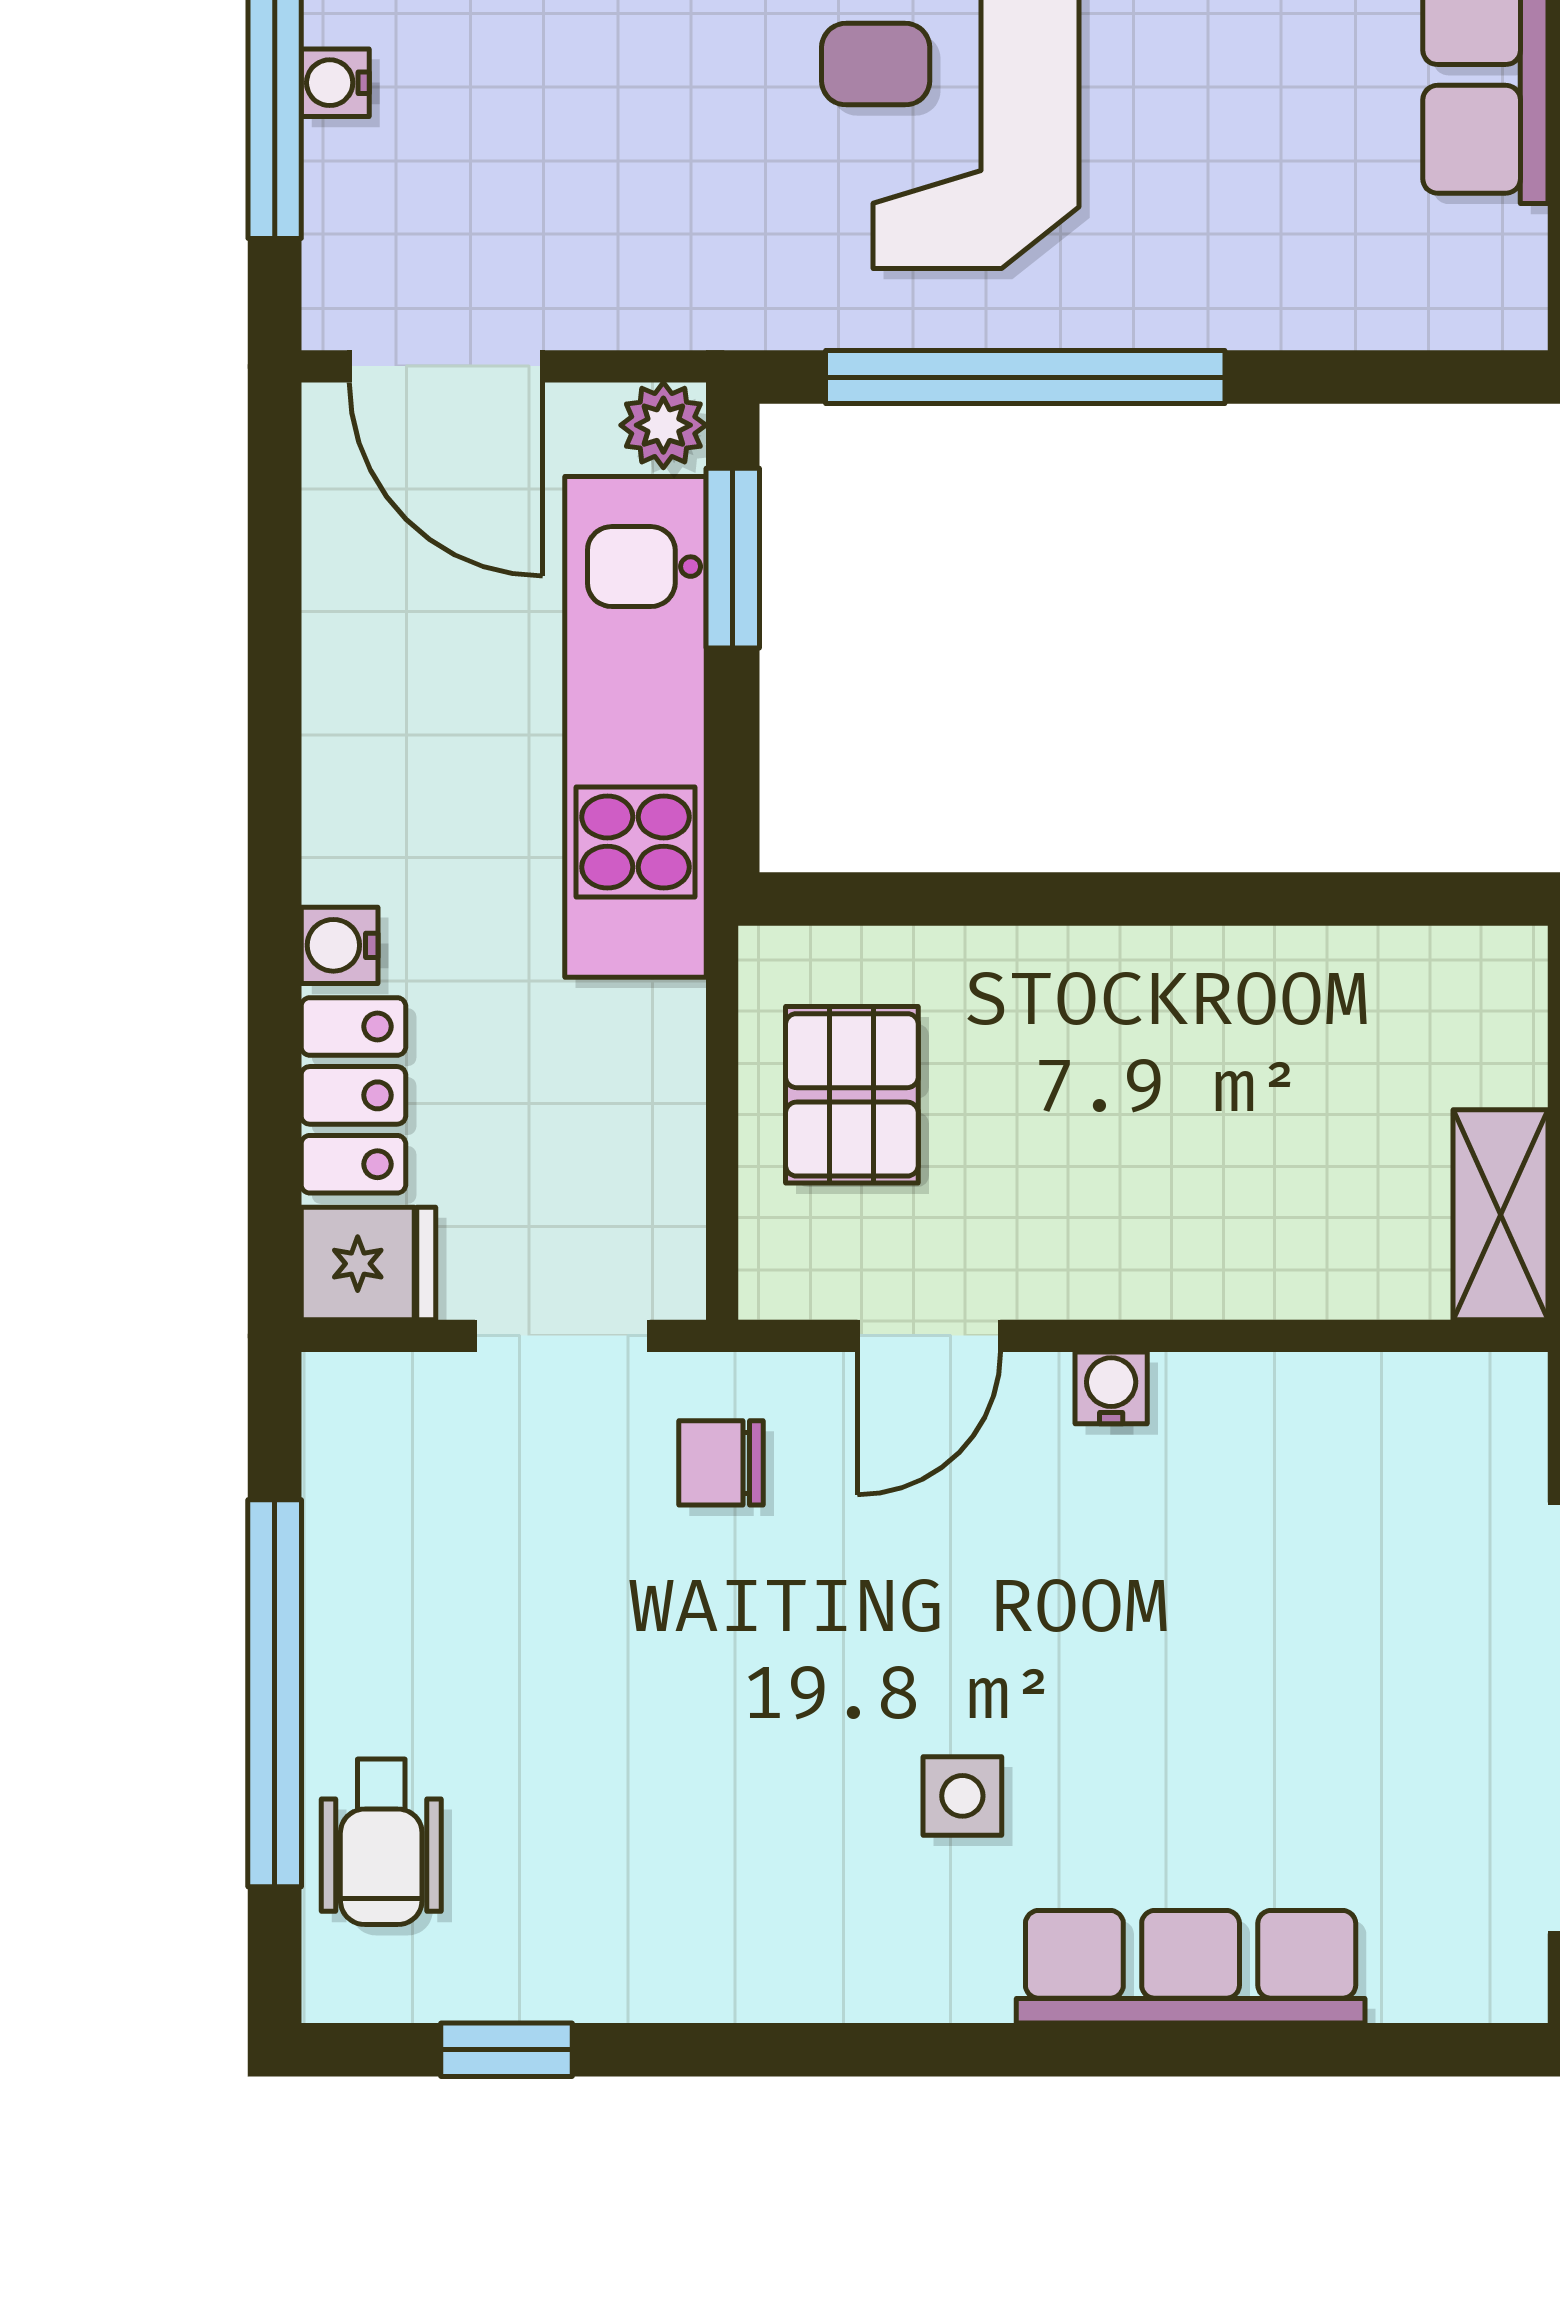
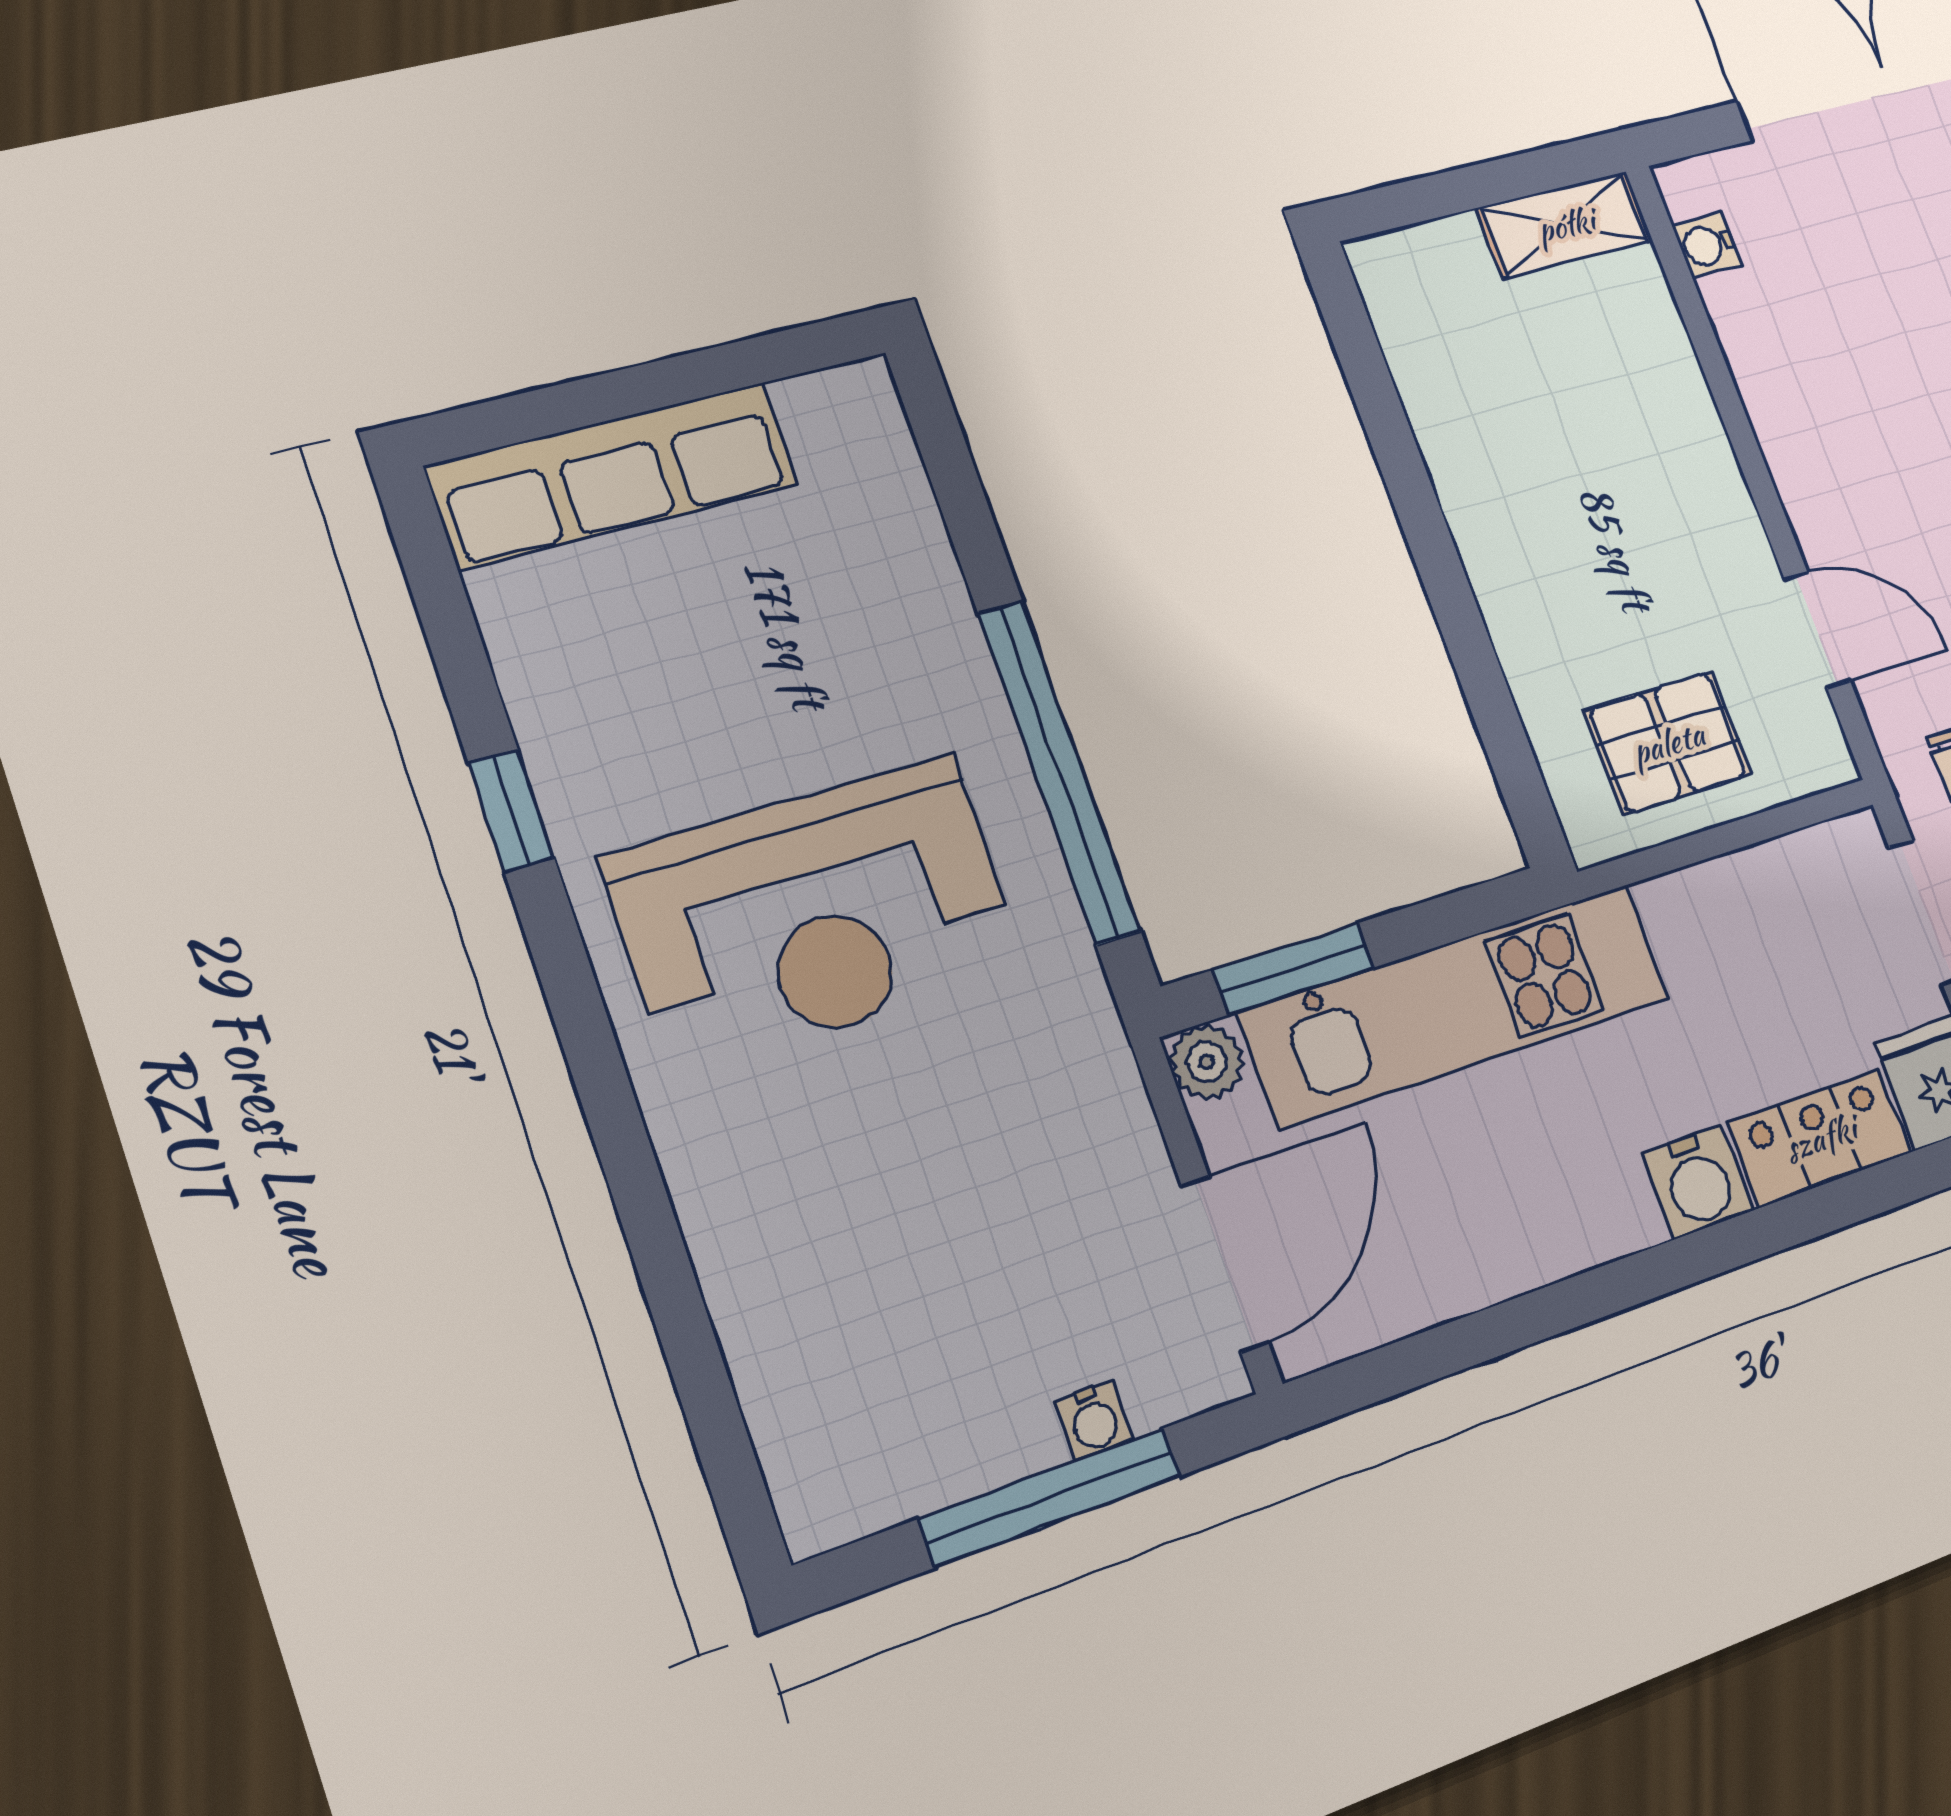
water cooler: (335, 83) -> (1094, 1420), moved
water cooler: (340, 945) -> (1698, 1182), width x1.38, depth x1.38
water cooler: (1111, 1388) -> (1707, 245), moved

